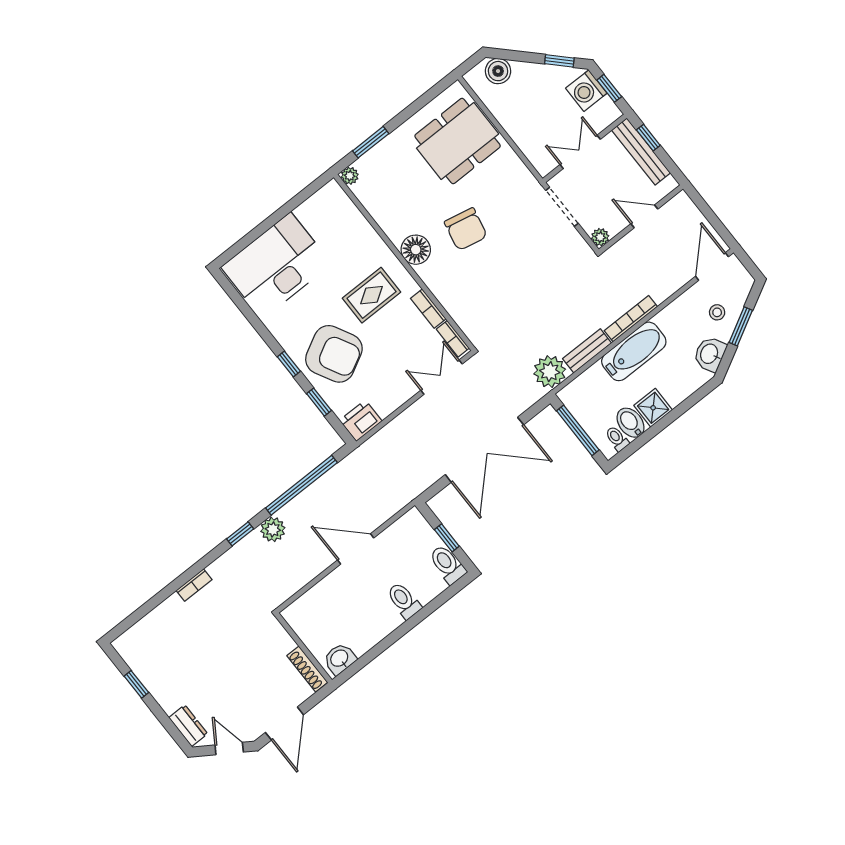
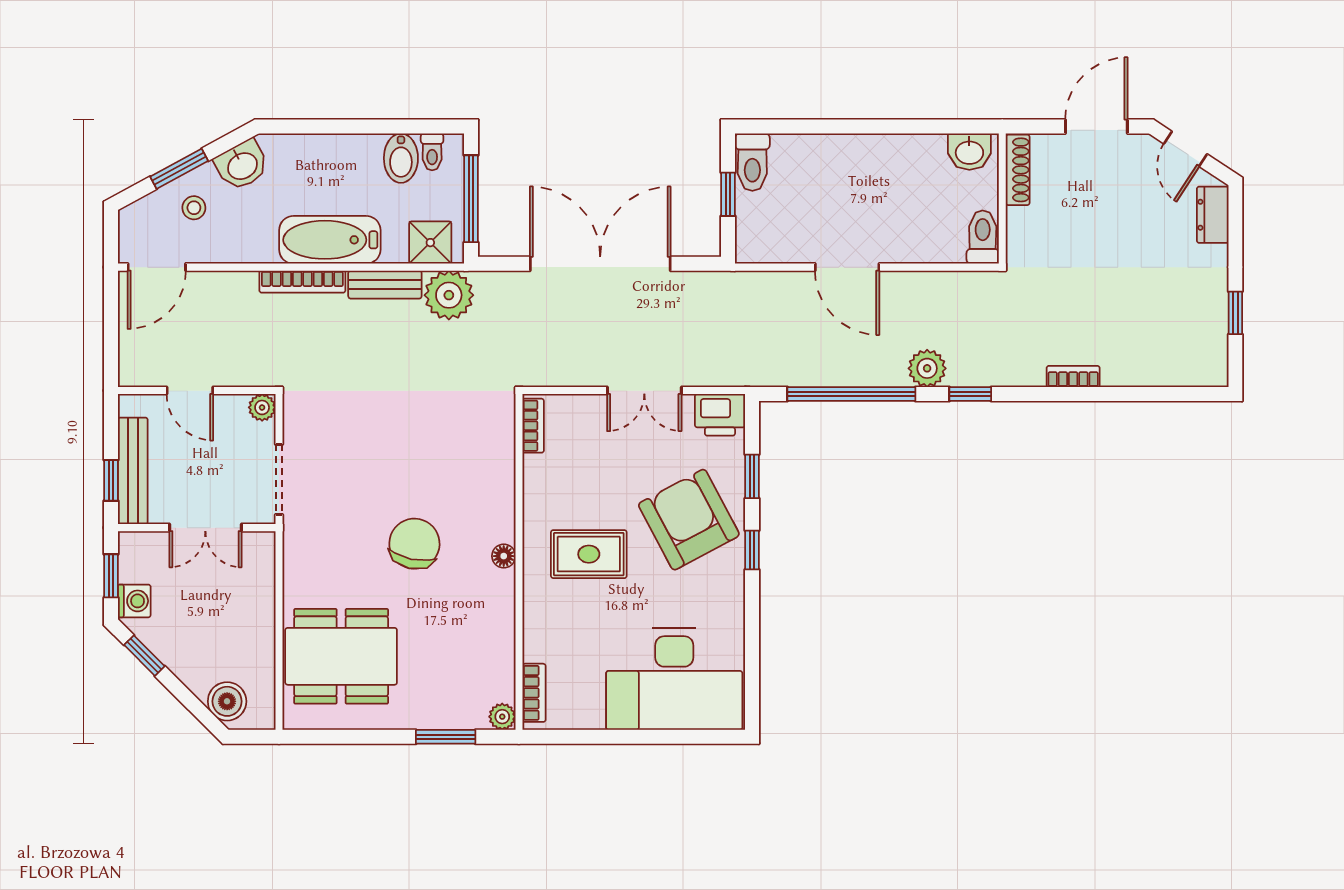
washing machine: (586, 91) -> (134, 601), width x0.73, depth x0.73
floor lamp: (416, 250) -> (504, 556), width x0.53, depth x0.53
bookcase: (428, 309) -> (534, 693), moved
double door: (442, 377) -> (644, 391), moved
shower: (653, 408) -> (430, 243), moved
toilet: (404, 601) -> (983, 237), moved, turned 180

